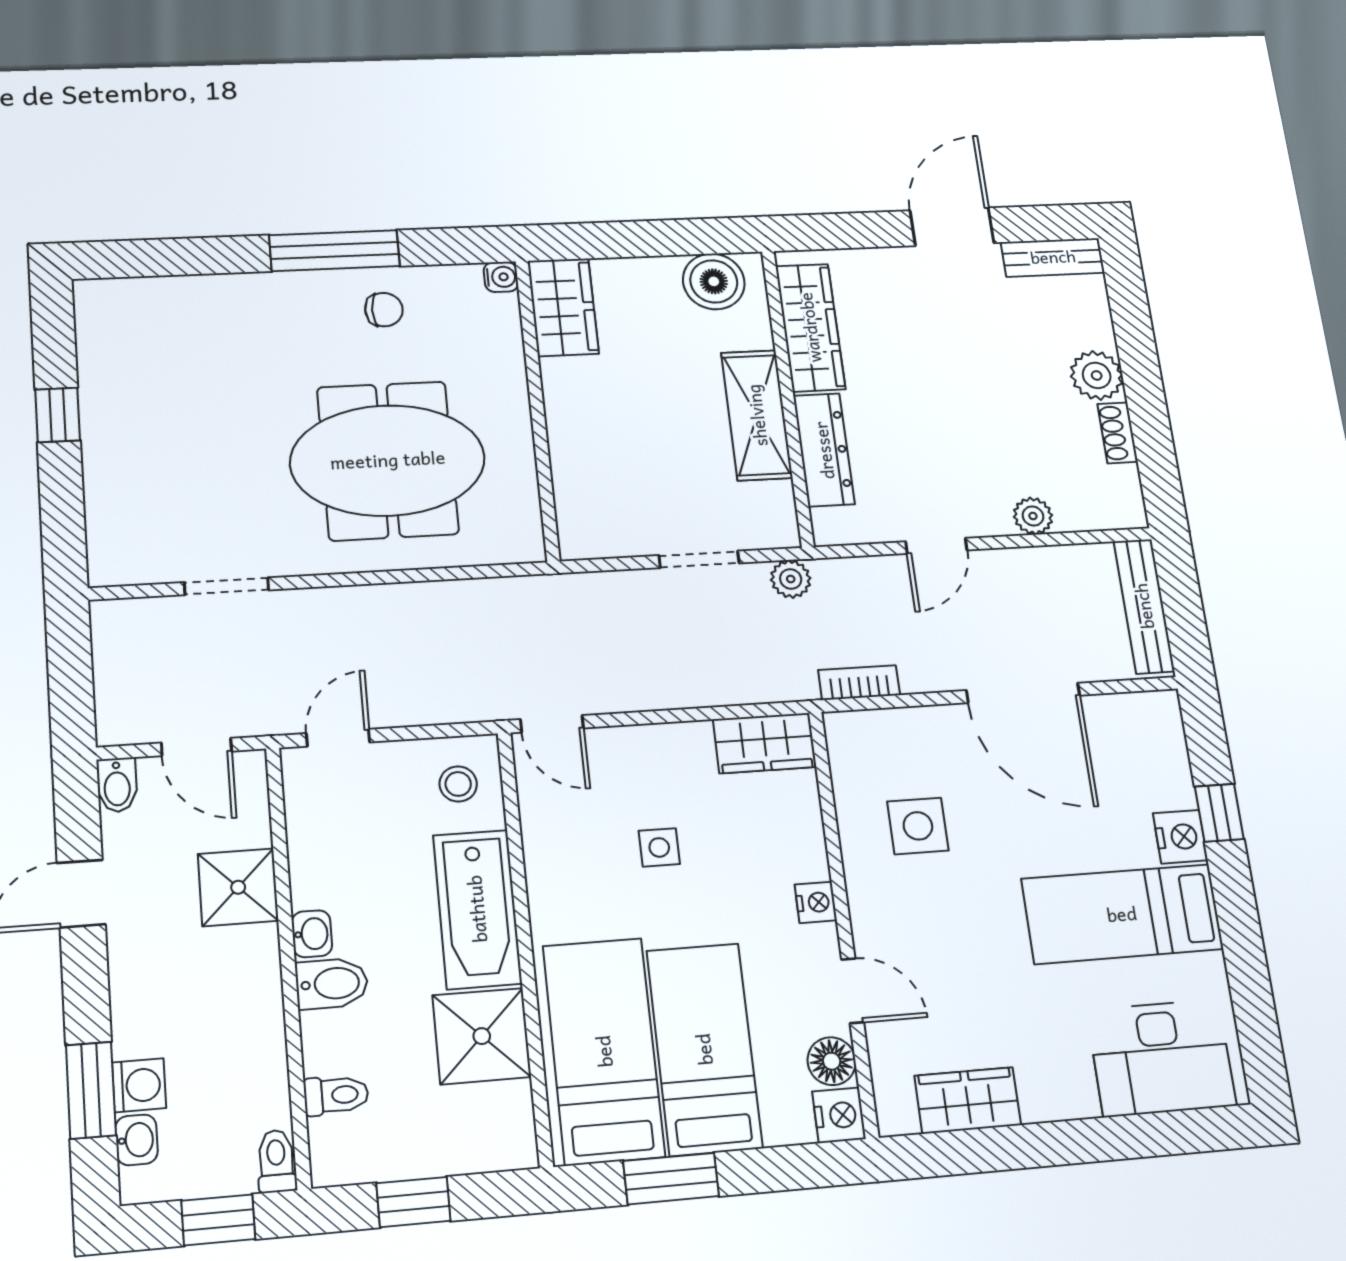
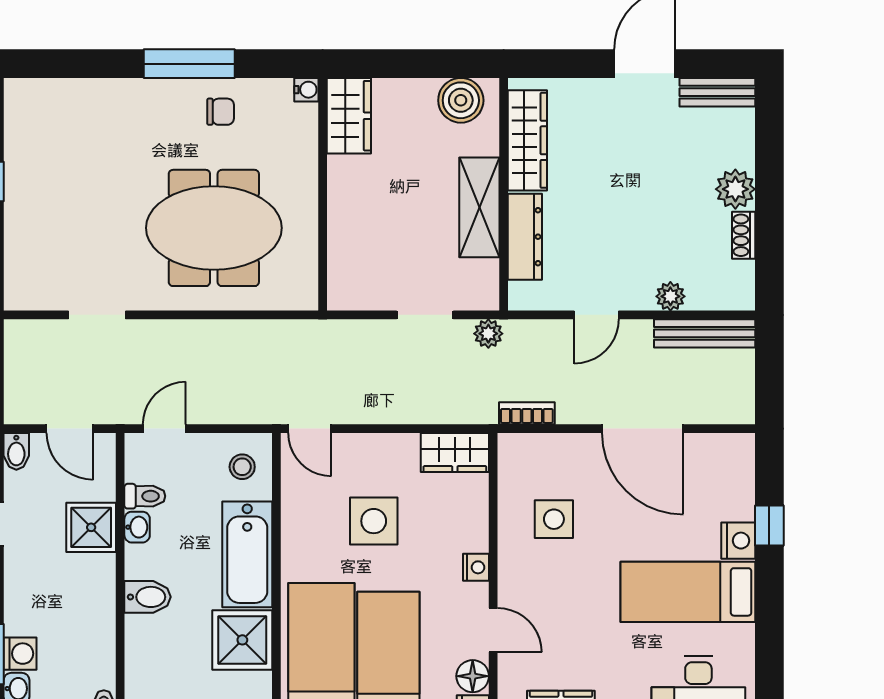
bench: (1144, 606) -> (705, 333), moved, turned 90
side table: (659, 847) -> (374, 521), width x1.87, depth x1.87
washbasin: (312, 934) -> (137, 527), moved
toilet: (336, 1095) -> (145, 496), moved

